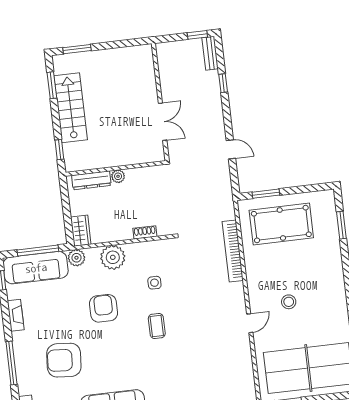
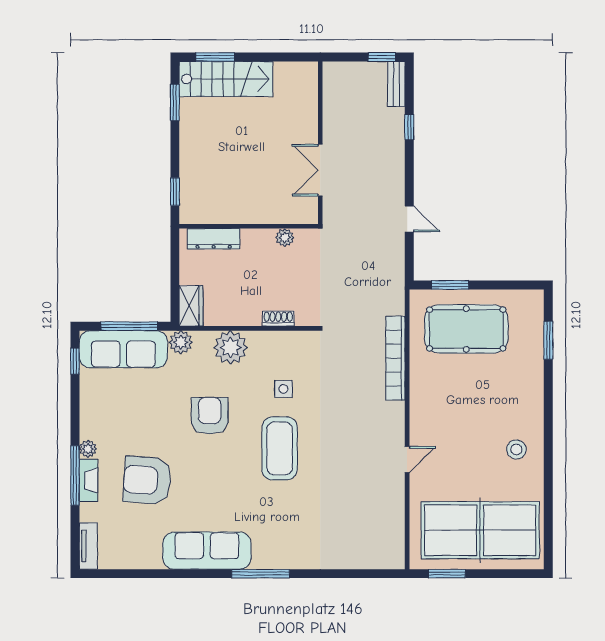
stairs: (71, 108) -> (226, 79), moved, turned 90
double door: (163, 122) -> (320, 170), swing flipped
plant: (118, 176) -> (285, 238), moved
stool: (289, 302) -> (516, 449), moved
fireplace: (16, 315) -> (88, 481), moved
coffee table: (157, 326) -> (280, 448), width x1.86, depth x1.72
plant: (19, 342) -> (88, 449), added

